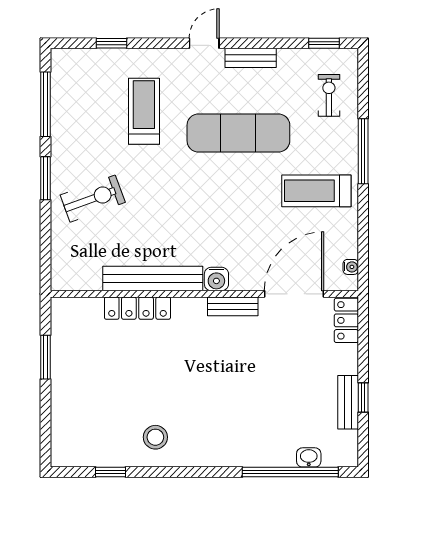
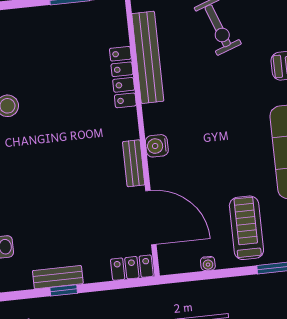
water cooler: (351, 267) -> (208, 263), moved
bench: (153, 279) -> (148, 57), moved

